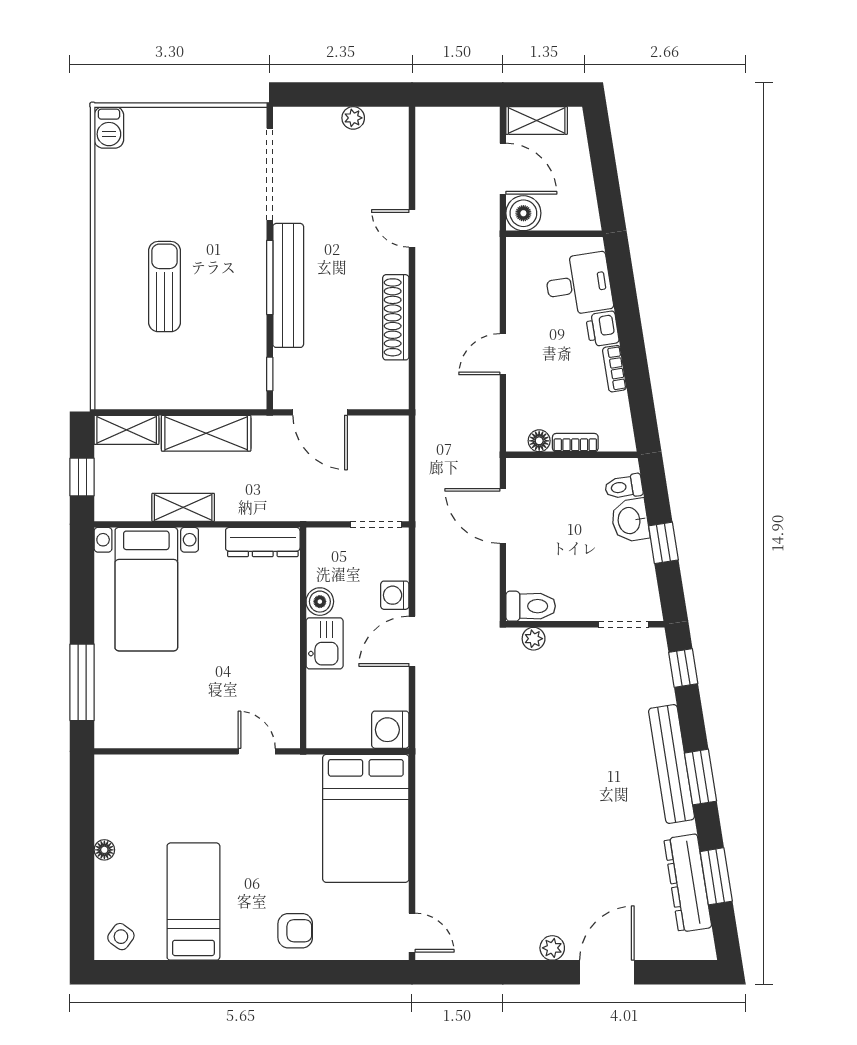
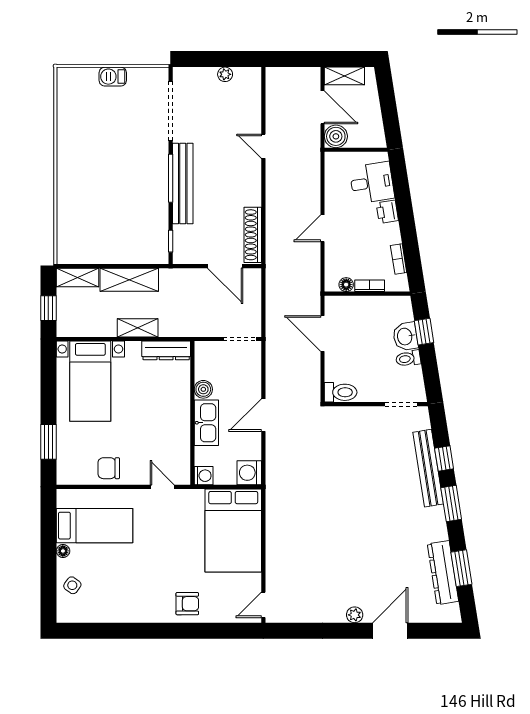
barbecue: (109, 127) -> (113, 77), moved, turned 90
sun lounger: (165, 287) -> (102, 184), removed
shoe rack: (396, 317) -> (253, 235), moved
bookcase: (615, 369) -> (399, 259), moved
door: (320, 412) -> (225, 266), moved
toilet: (624, 487) -> (408, 359), moved
shelving: (183, 507) -> (138, 328), moved
window: (663, 543) -> (424, 332), moved
washing machine: (395, 595) -> (204, 476), moved, turned 180
plant: (534, 639) -> (342, 413), removed
kitchen sink: (325, 643) -> (206, 423), width x1.38
window: (683, 668) -> (444, 459), moved
window: (82, 682) -> (48, 442), width x0.69
chair: (175, 723) -> (109, 468), added
bench: (671, 764) -> (428, 468), moved
bed: (193, 902) -> (95, 526), moved, turned 90
door: (412, 933) -> (263, 605), swing flipped
side table: (121, 937) -> (72, 585), moved

